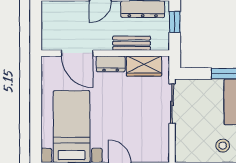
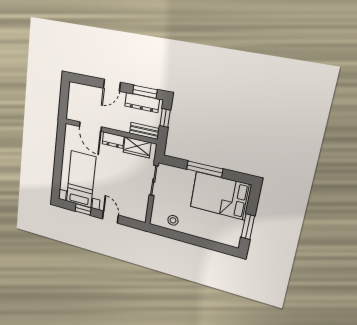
bench: (132, 43) -> (144, 131), moved
stool: (223, 146) -> (173, 220), moved

